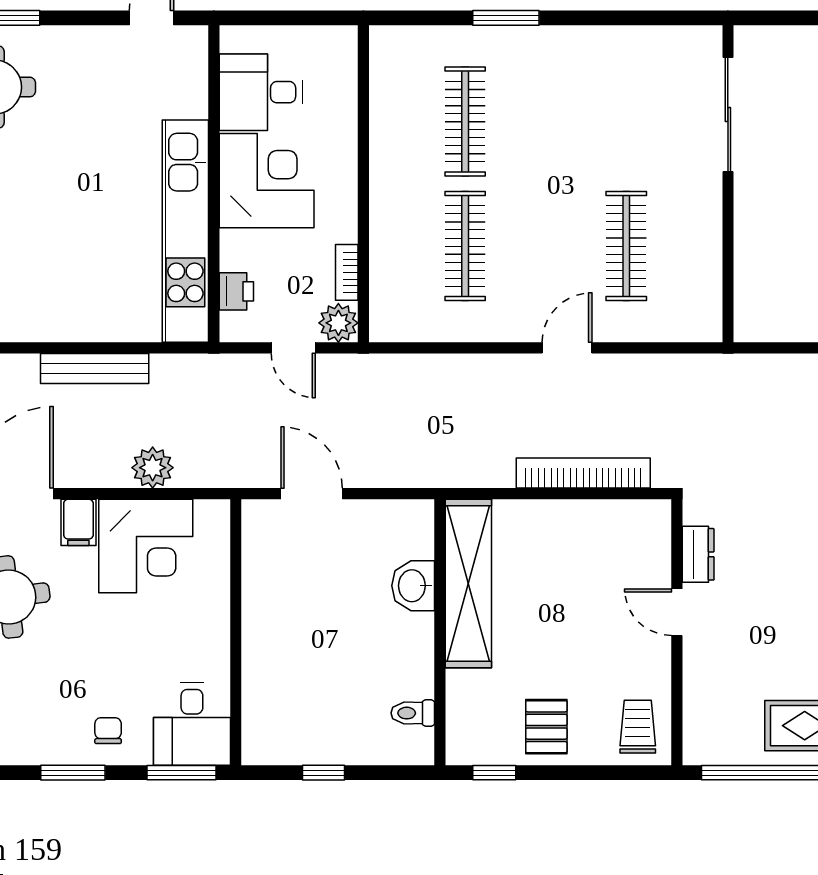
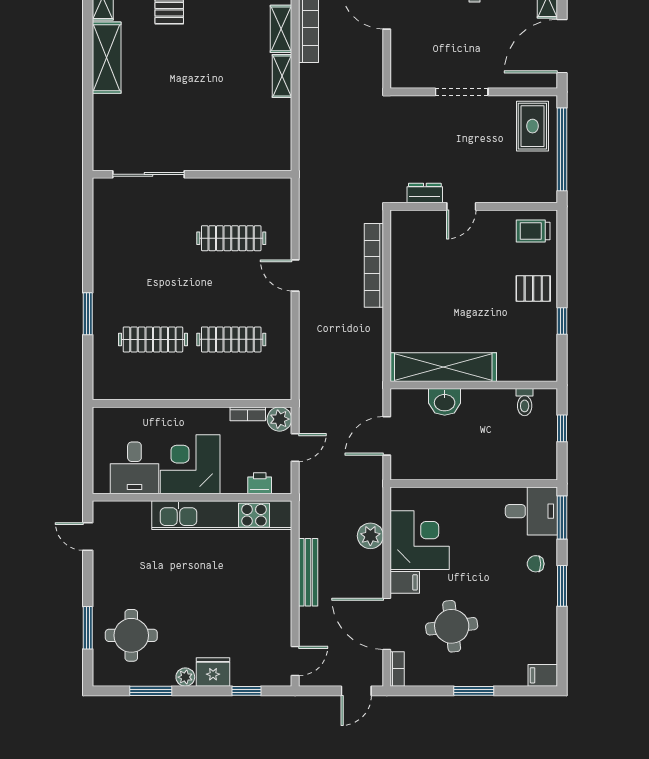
shelving: (468, 584) -> (443, 367), moved
washbasin: (413, 586) -> (445, 402), moved
wall: (440, 632) -> (474, 385), moved
toilet: (413, 713) -> (525, 402), moved

